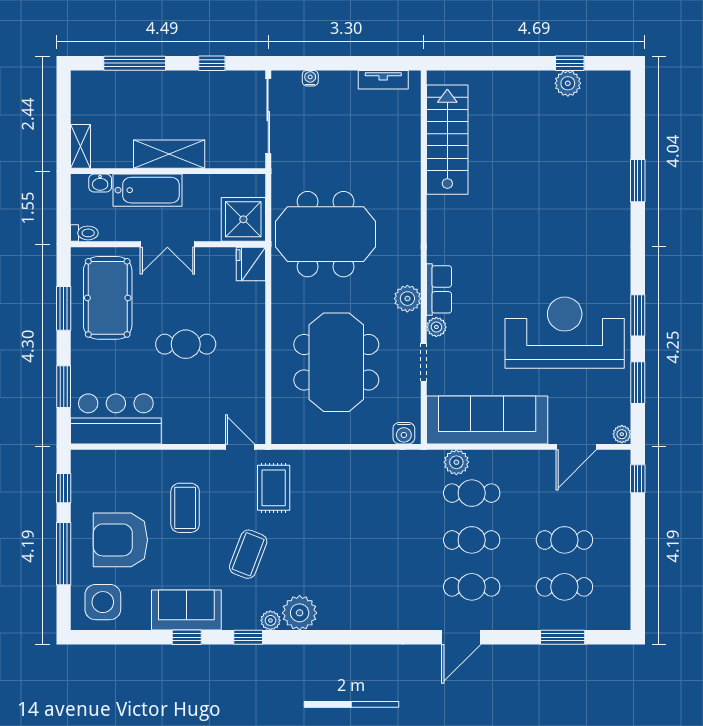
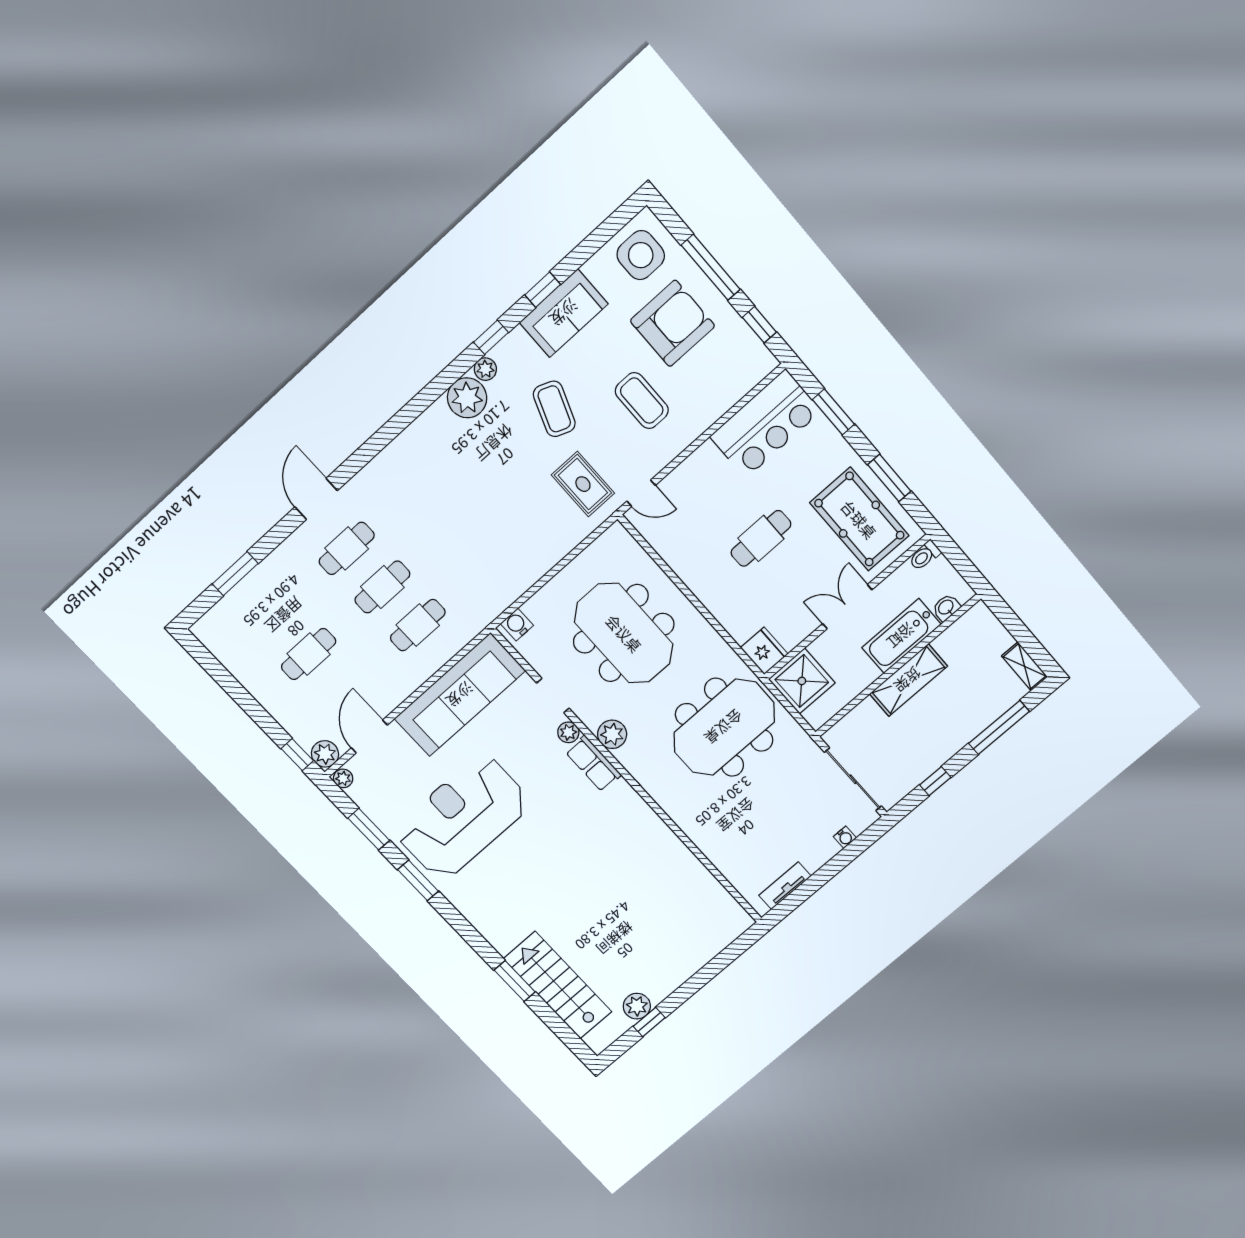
stairs: (447, 140) -> (558, 985), moved, turned 180
shelving: (81, 146) -> (1025, 666), moved
reception desk: (565, 333) -> (463, 817), turned 180
plant: (456, 462) -> (325, 754), moved
cafe table: (564, 587) -> (273, 616), removed

